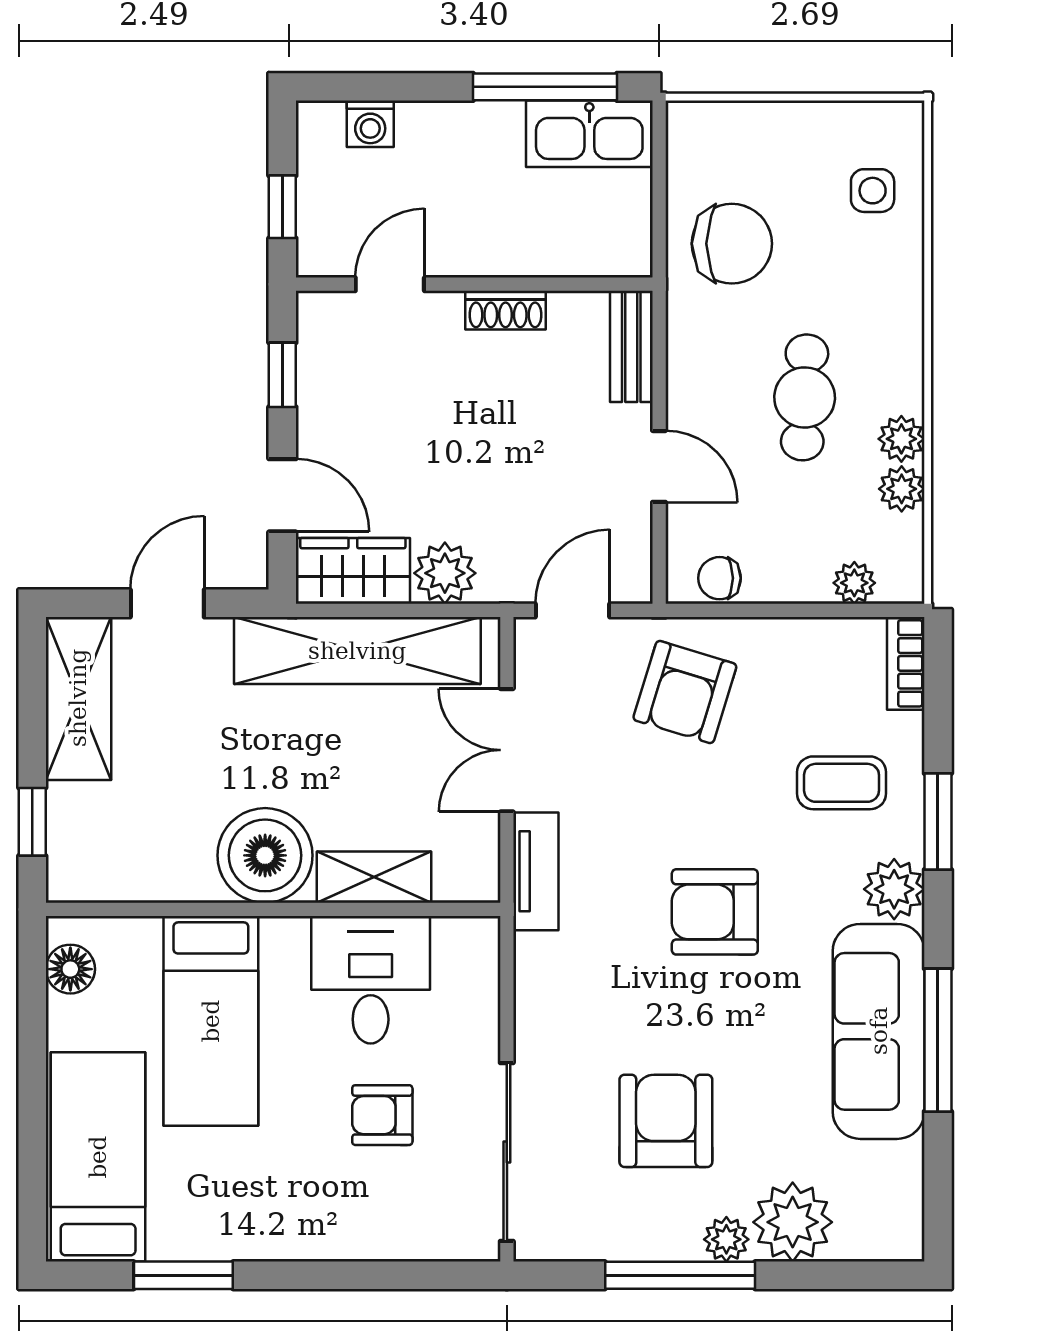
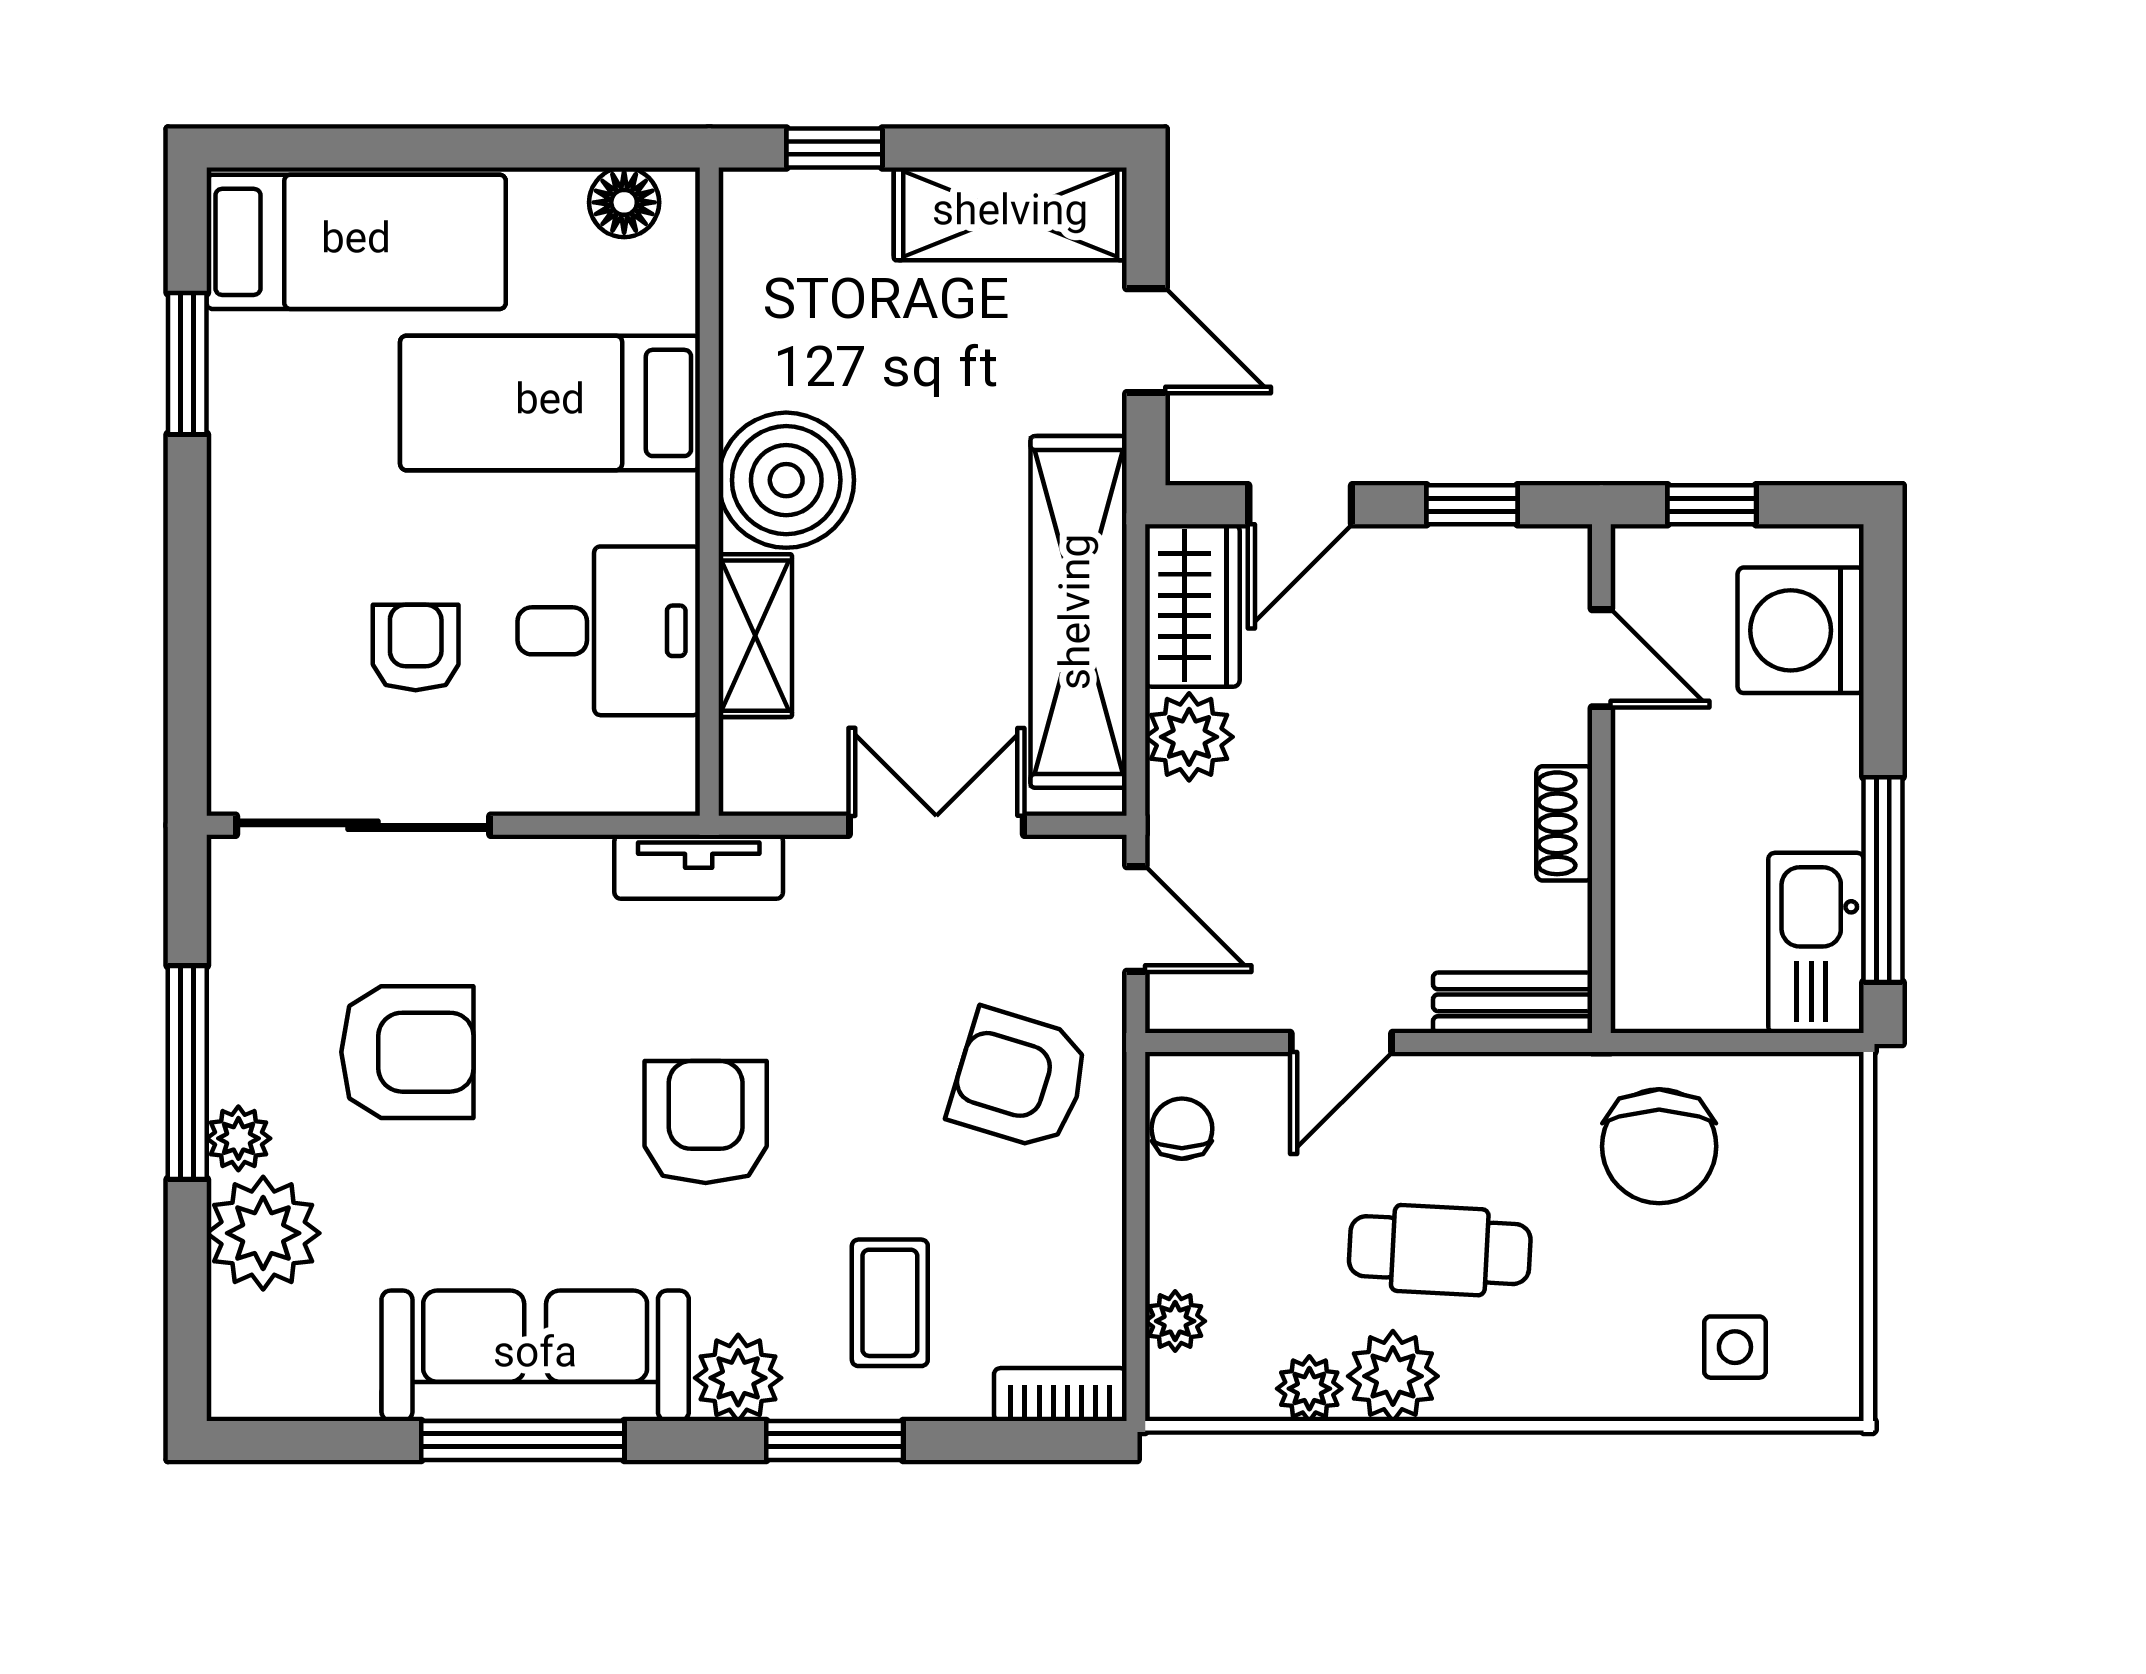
washing machine: (370, 124) -> (1801, 630), width x1.89, depth x1.89
plant: (901, 439) -> (1393, 1376), width x1.38, depth x1.38
tv unit: (536, 871) -> (699, 867), moved

